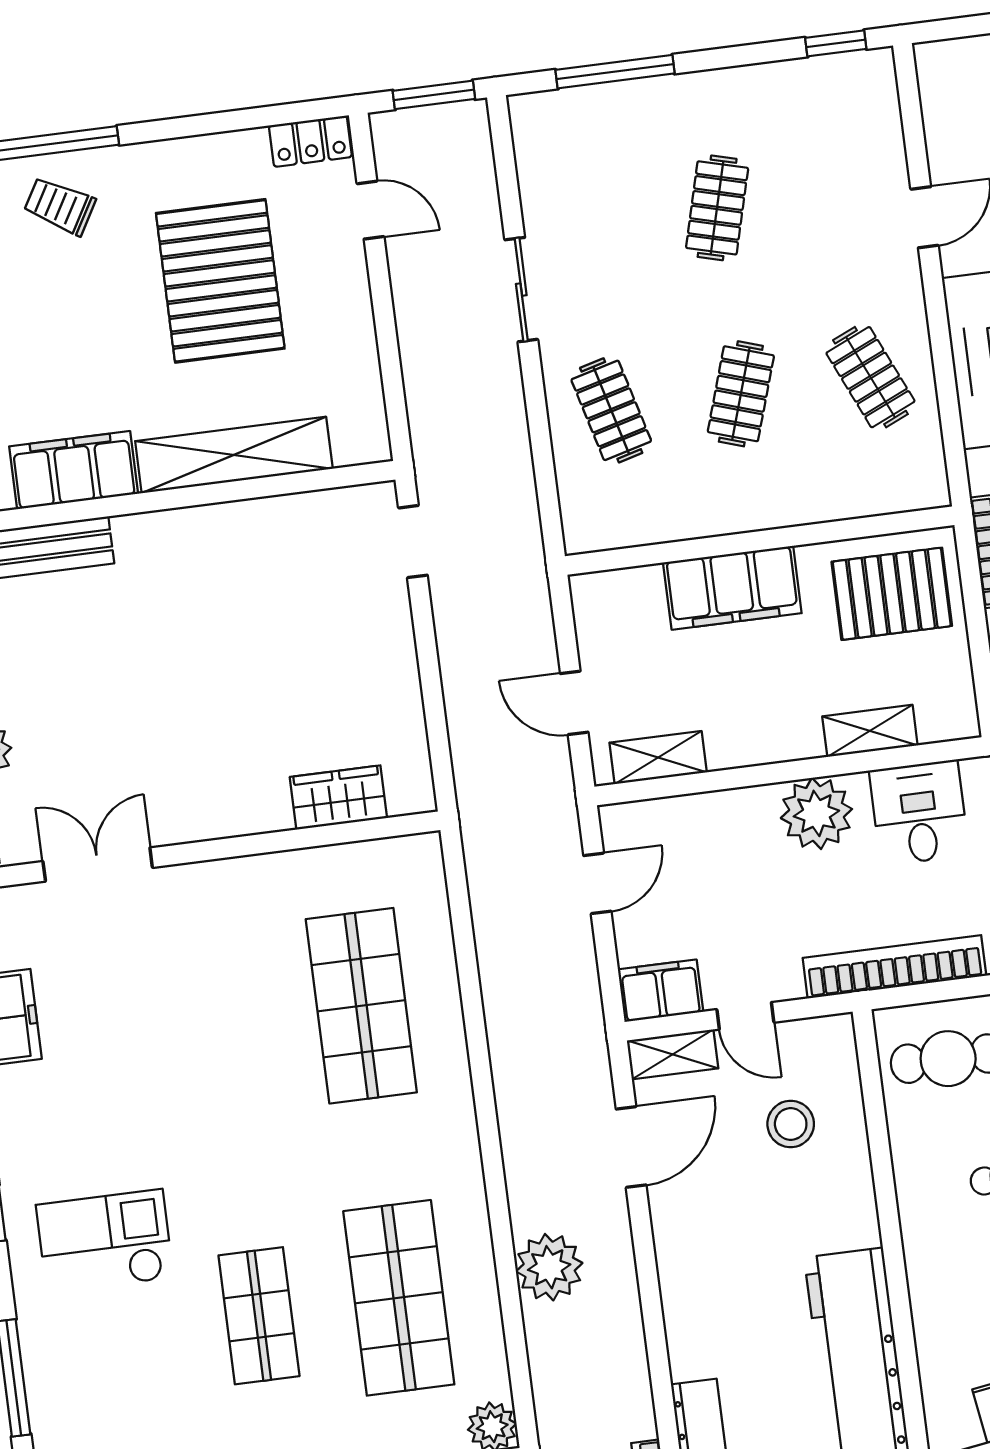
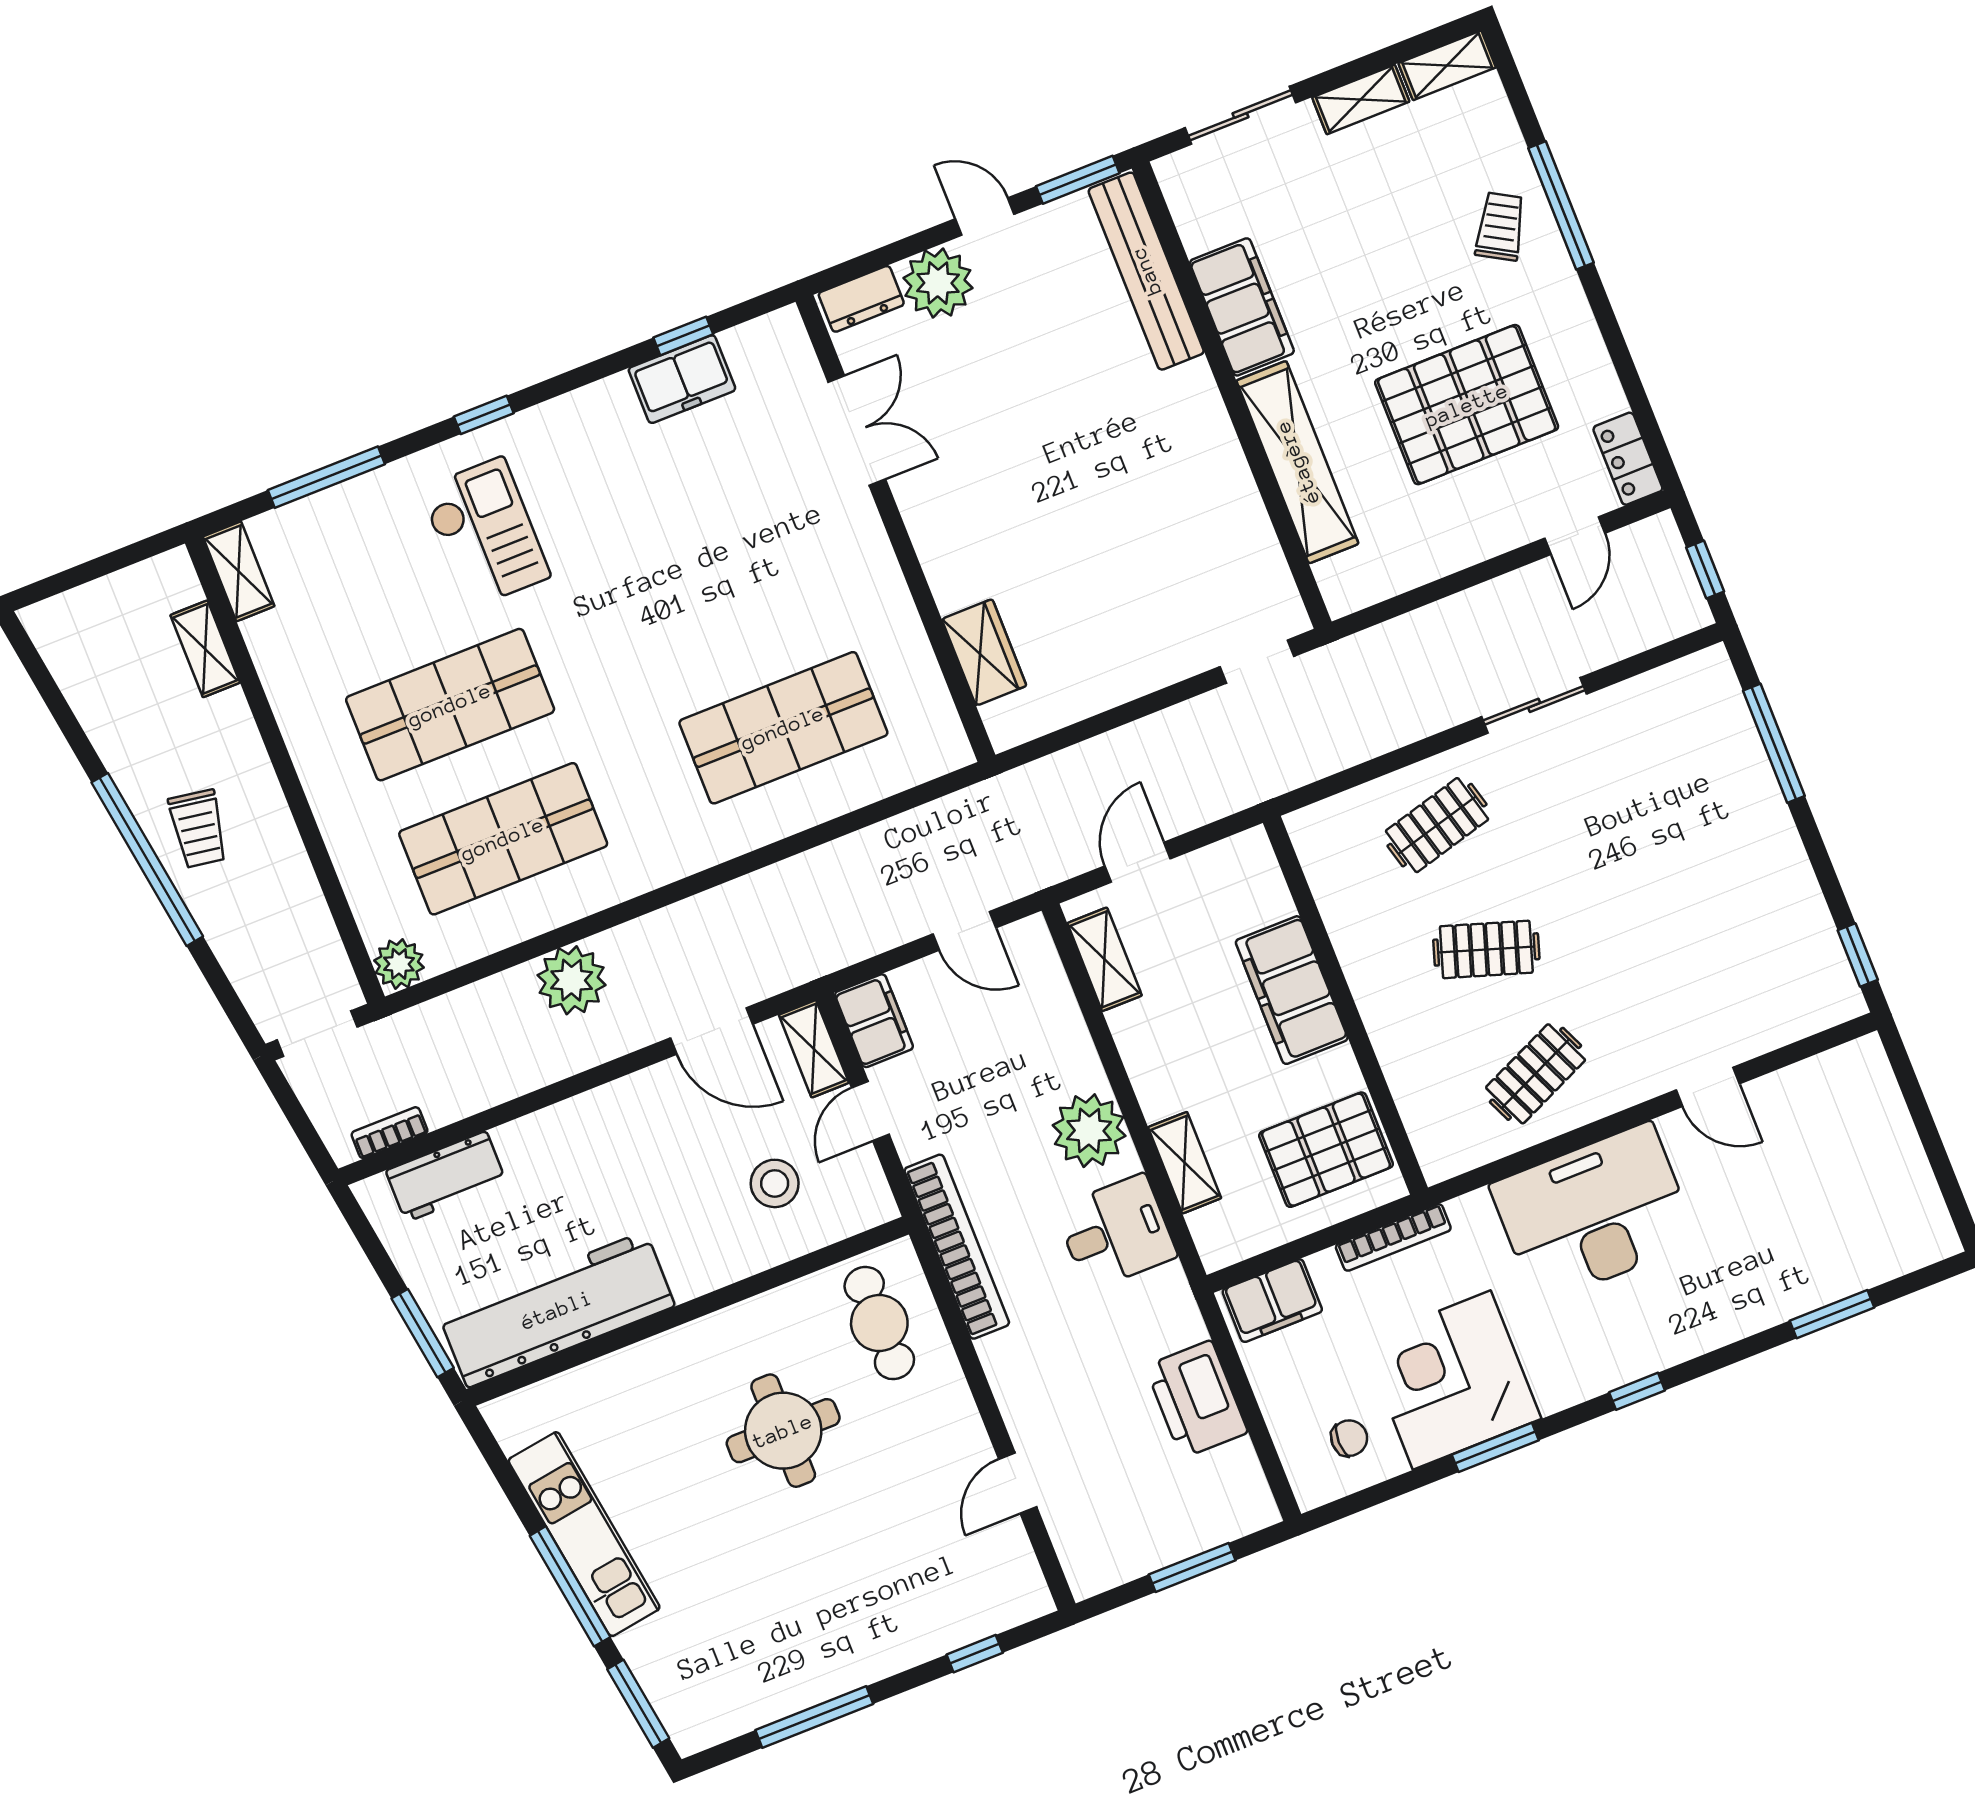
window: (434, 95) -> (1705, 569), width x0.67
clothes rail: (717, 208) -> (1665, 879), removed
pallet: (892, 594) -> (1326, 1150), turned 90
shop shelf: (259, 1316) -> (450, 705), width x1.43, depth x1.36

